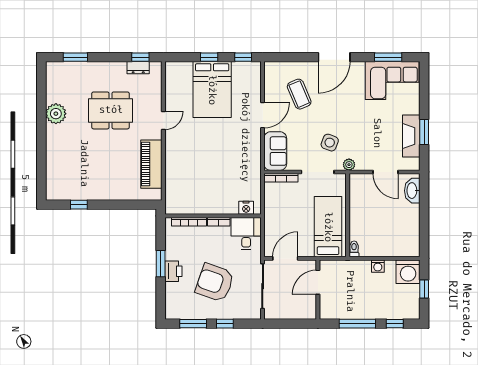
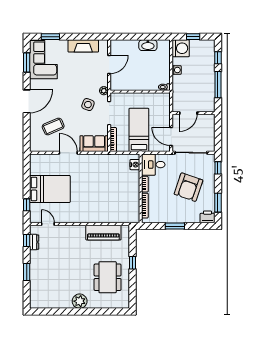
window: (75, 57) -> (27, 272), moved
window: (209, 57) -> (27, 205), moved
window: (243, 57) -> (27, 167), removed
door: (334, 57) -> (27, 101), hinge flipped
dining table: (111, 110) -> (108, 277), moved
plant: (56, 114) -> (80, 301), moved
door: (163, 120) -> (48, 224), moved
window: (424, 132) -> (50, 37), moved
washbasin: (412, 191) -> (148, 45), moved
window: (79, 205) -> (132, 263), moved
bed: (328, 227) -> (139, 130), moved, turned 90
printer: (173, 271) -> (208, 217), moved
door: (318, 282) -> (188, 113), hinge flipped
window: (225, 324) -> (218, 168), moved

